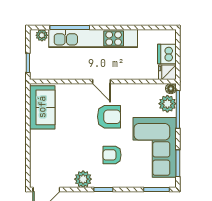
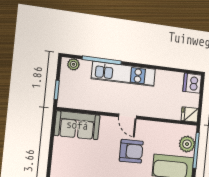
kitchen unit: (93, 38) -> (124, 74), width x0.73
dishwasher: (167, 54) -> (192, 83), moved
floor lamp: (171, 89) -> (191, 130), removed
sofa: (42, 107) -> (77, 125), moved, turned 90

